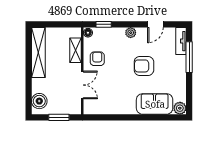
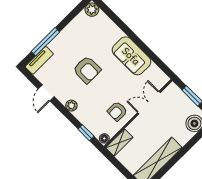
door: (155, 24) -> (46, 93), swing flipped
shelving: (75, 50) -> (119, 143), moved
sofa: (155, 104) -> (131, 56), moved

